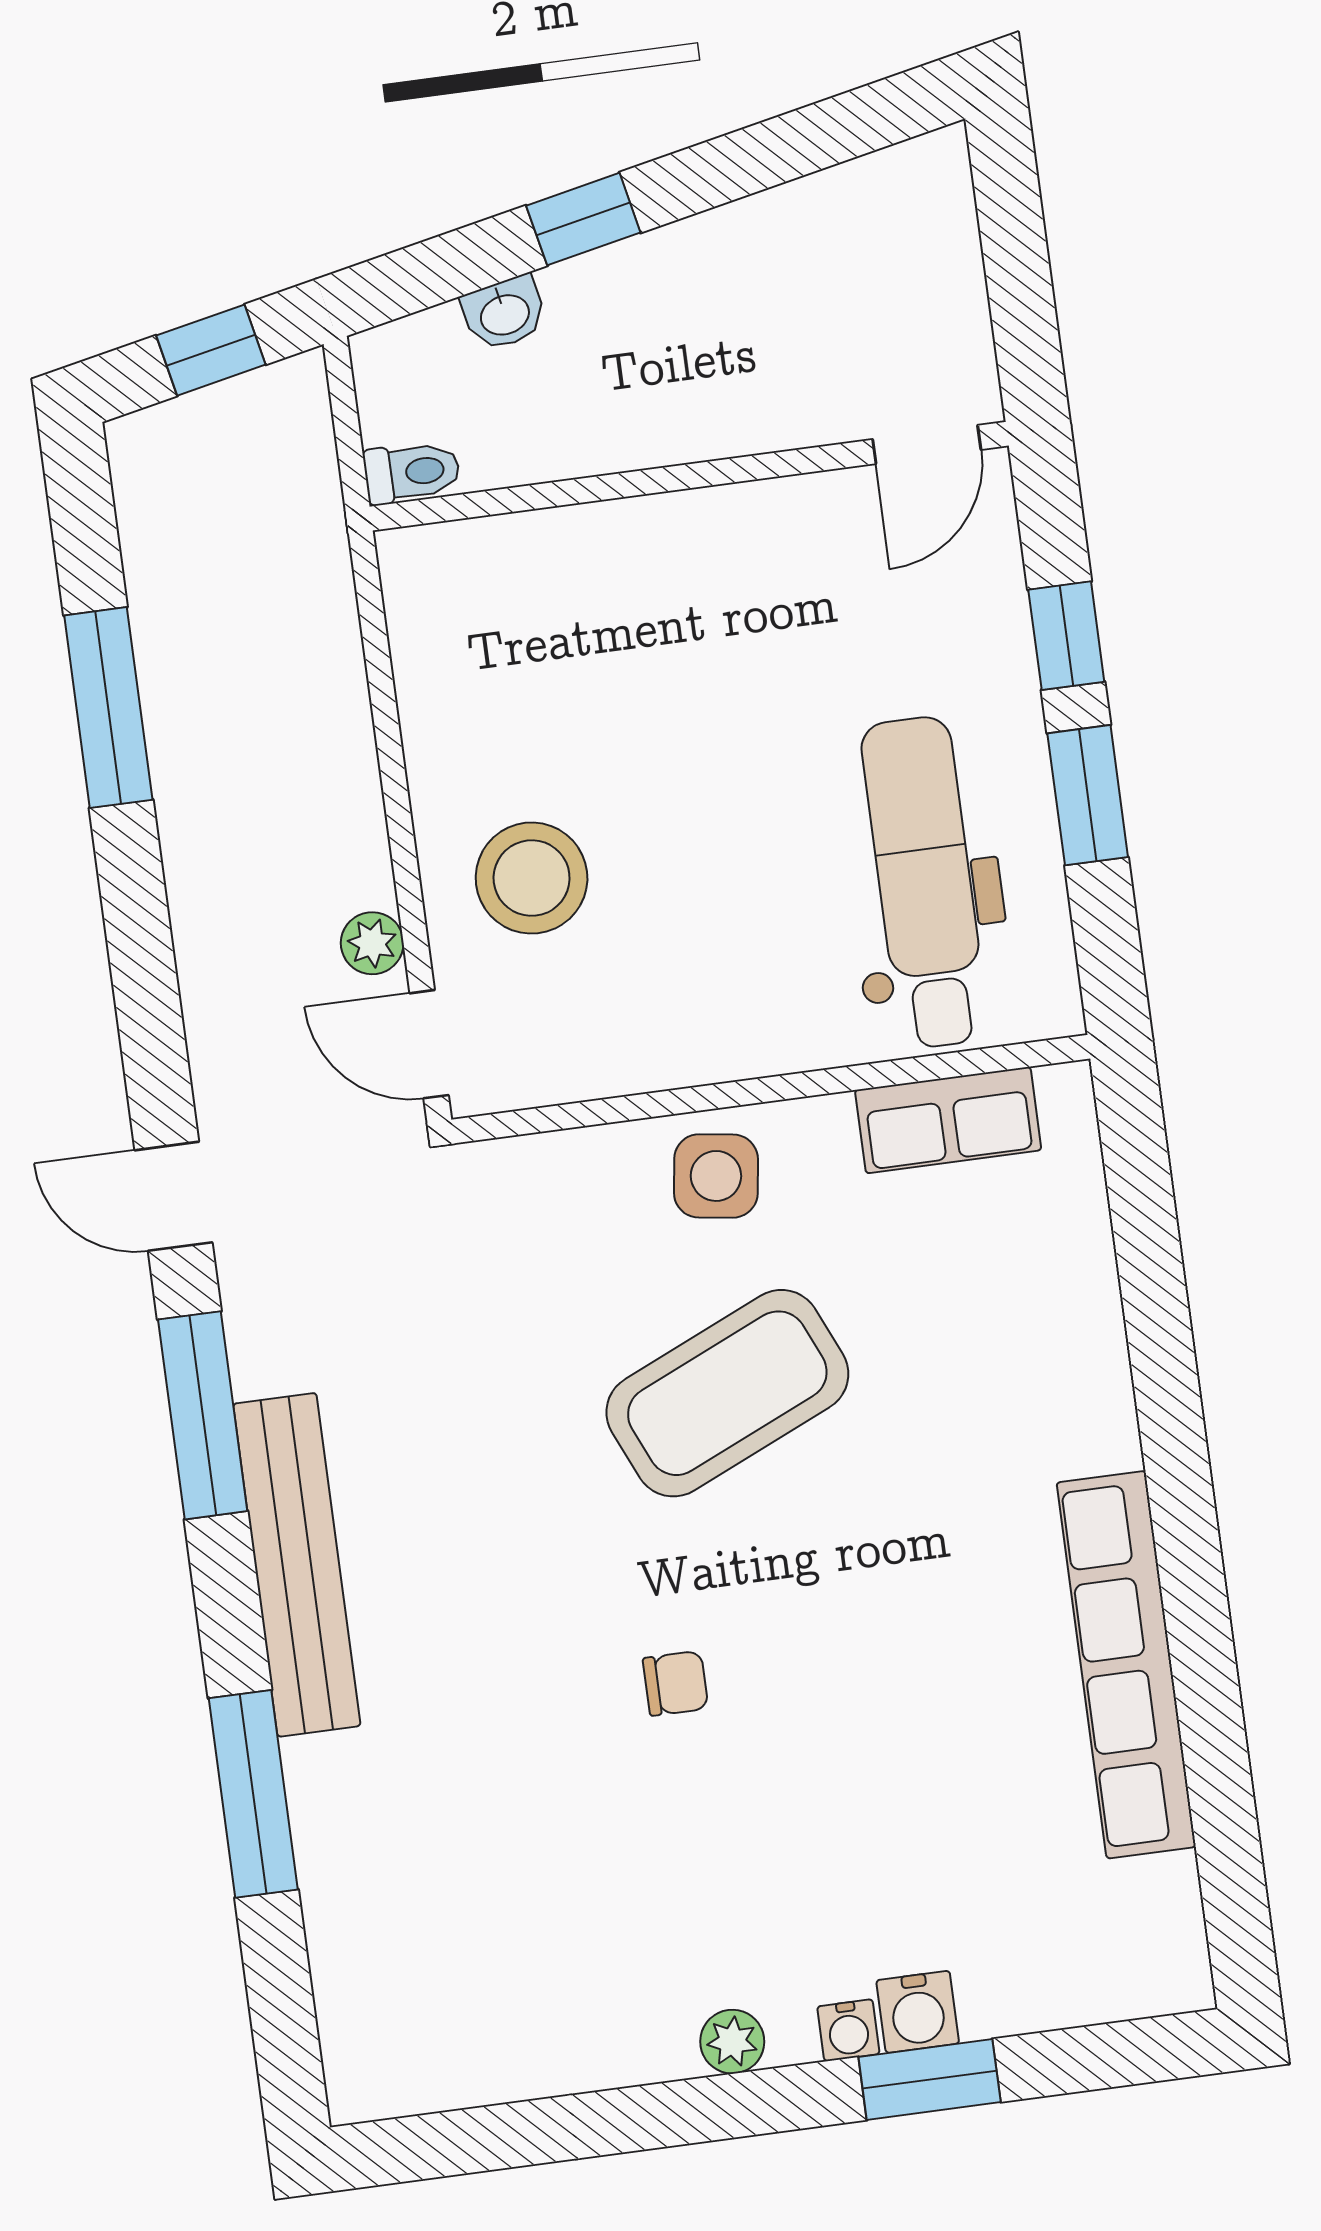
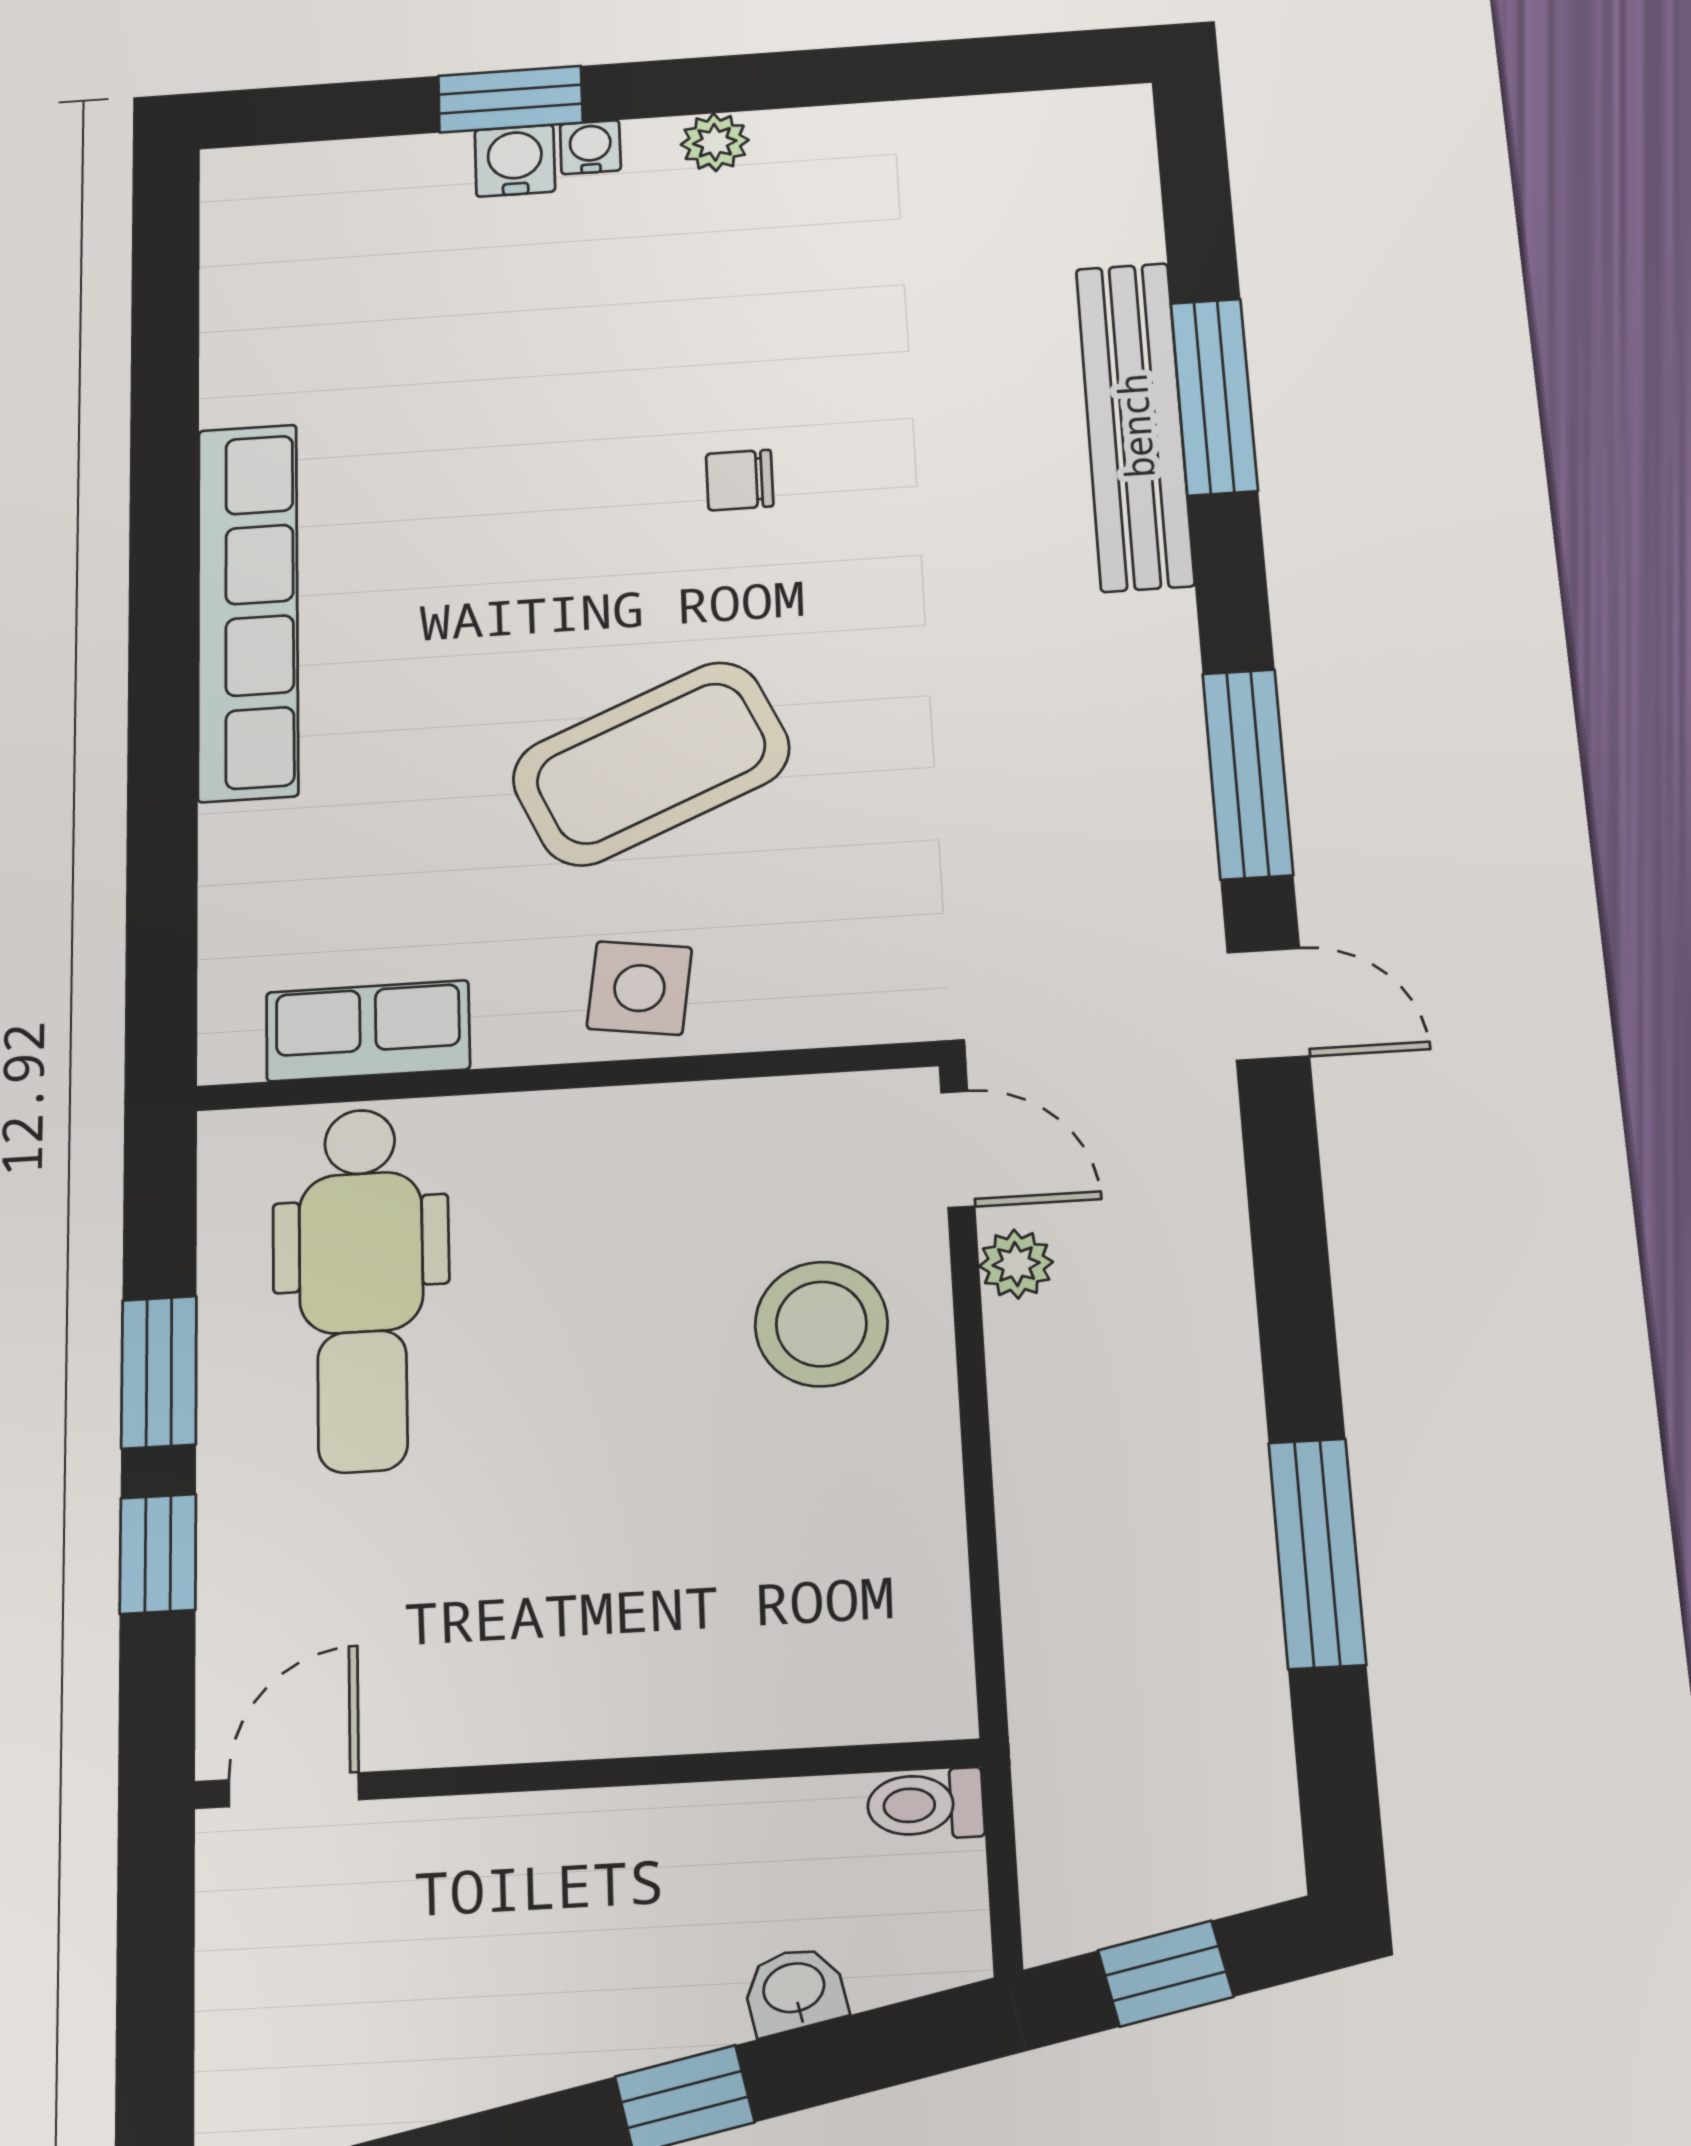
bench: (297, 1565) -> (1135, 426), moved
row of seats: (1126, 1665) -> (248, 611), moved

